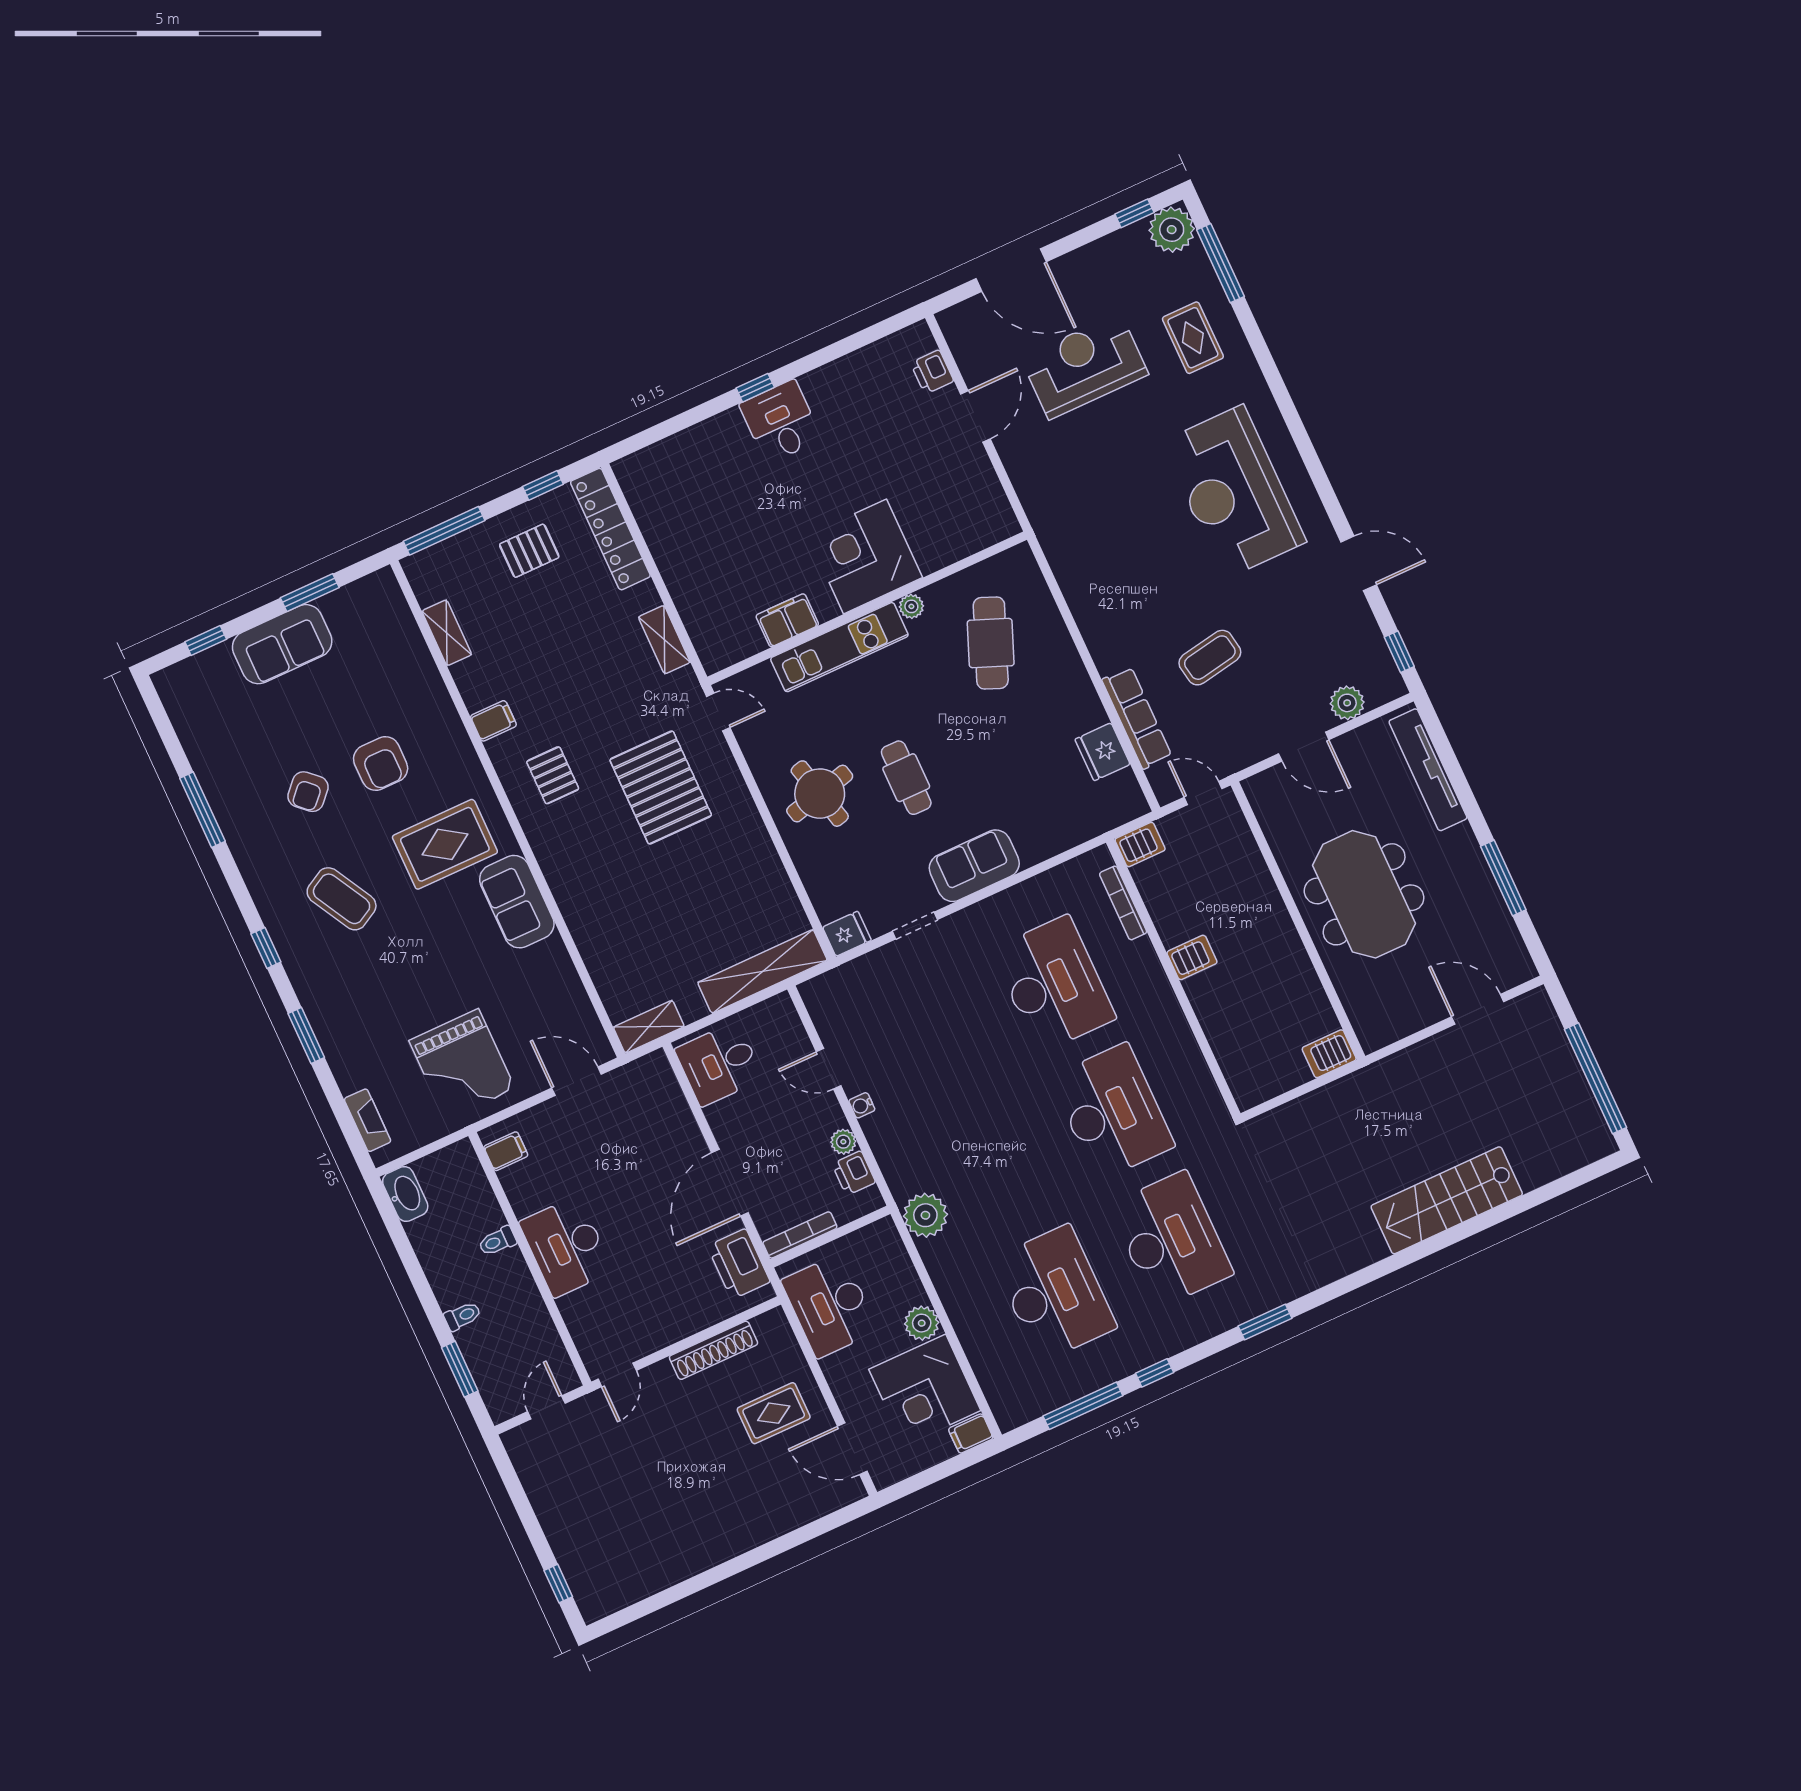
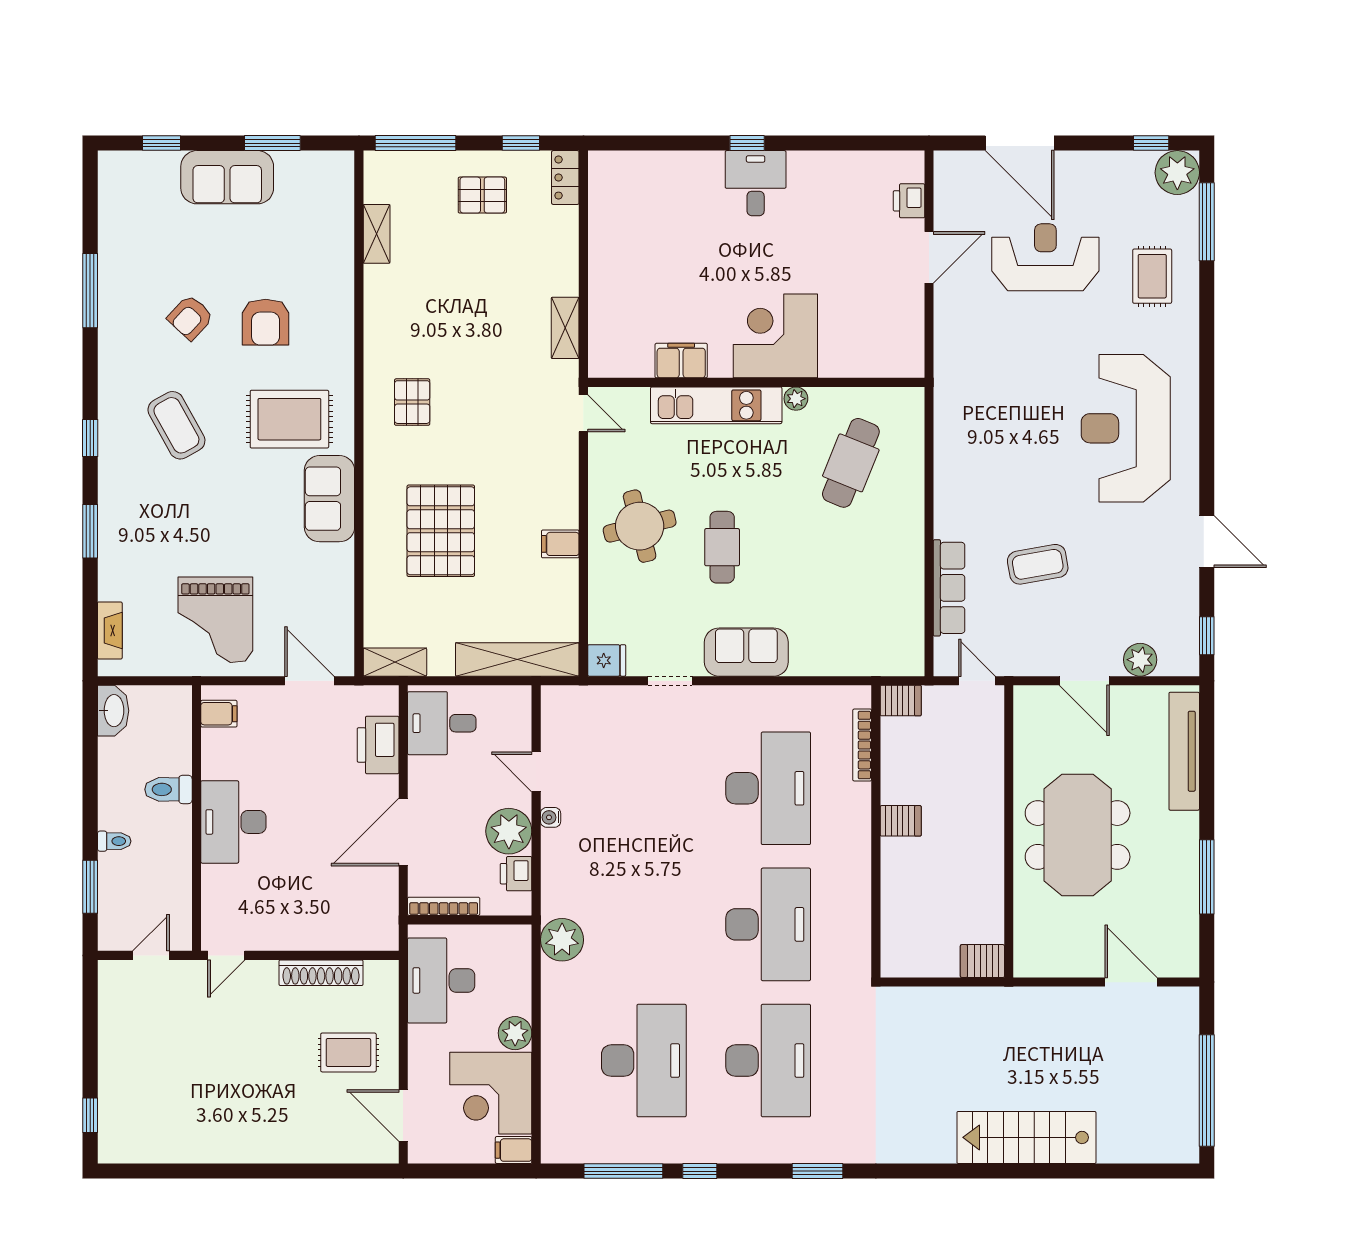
locker: (610, 529) -> (565, 178), width x0.46, depth x0.83
filing cabinet: (493, 721) -> (560, 544), moved, turned 180
fridge: (1103, 752) -> (905, 604), removed
pallet: (661, 787) -> (441, 531), moved
plant: (843, 1142) -> (509, 831), width x1.88, depth x1.88
toilet: (497, 1241) -> (168, 789), width x1.37, depth x1.39
printer: (739, 1264) -> (378, 745), moved

